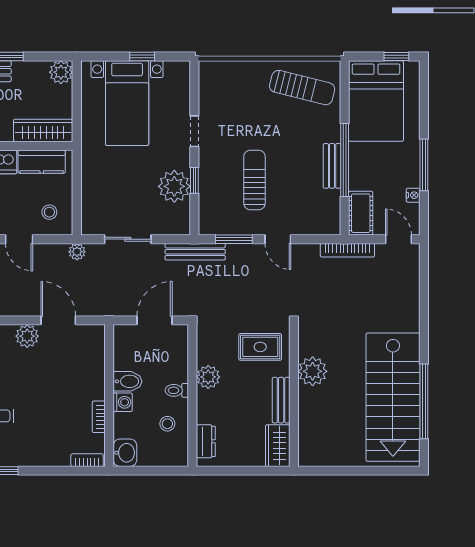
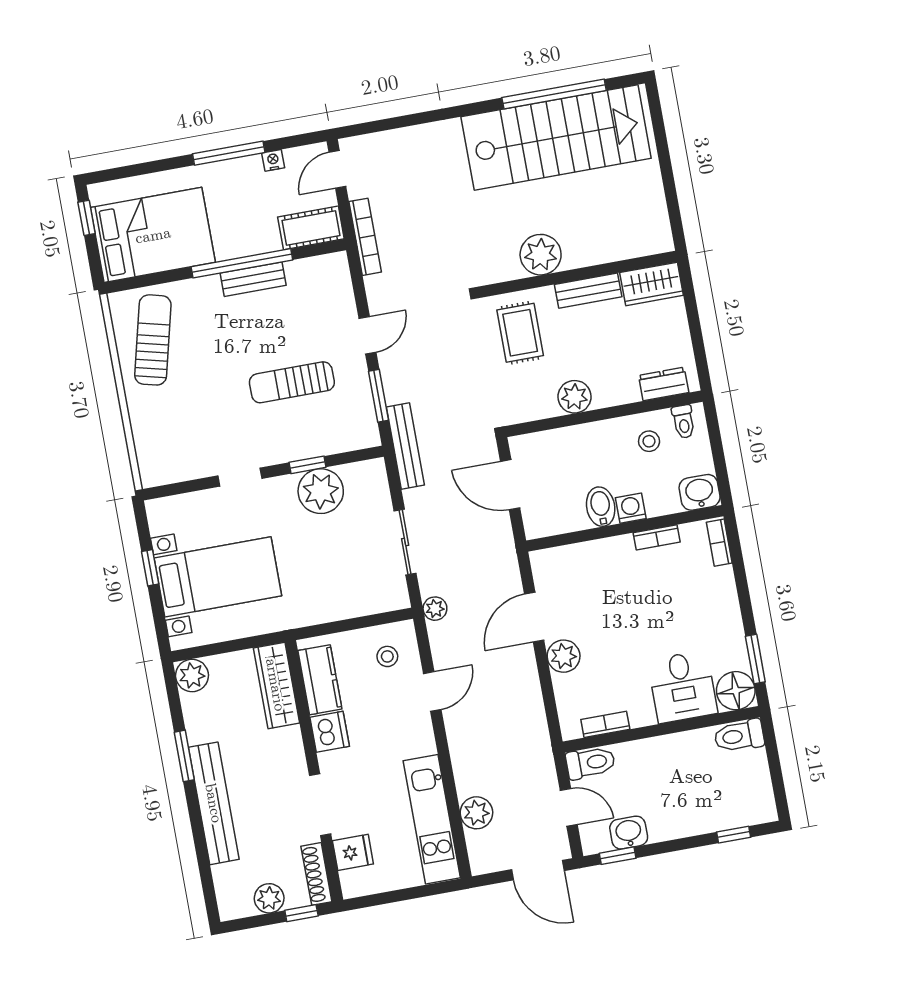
toilet: (177, 390) -> (683, 422), moved

